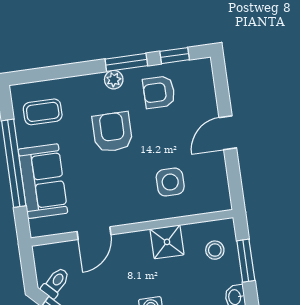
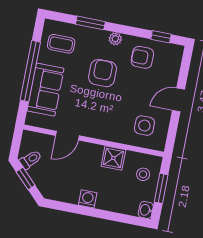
window: (126, 62) -> (90, 23), moved
side table: (170, 182) -> (144, 126), moved

